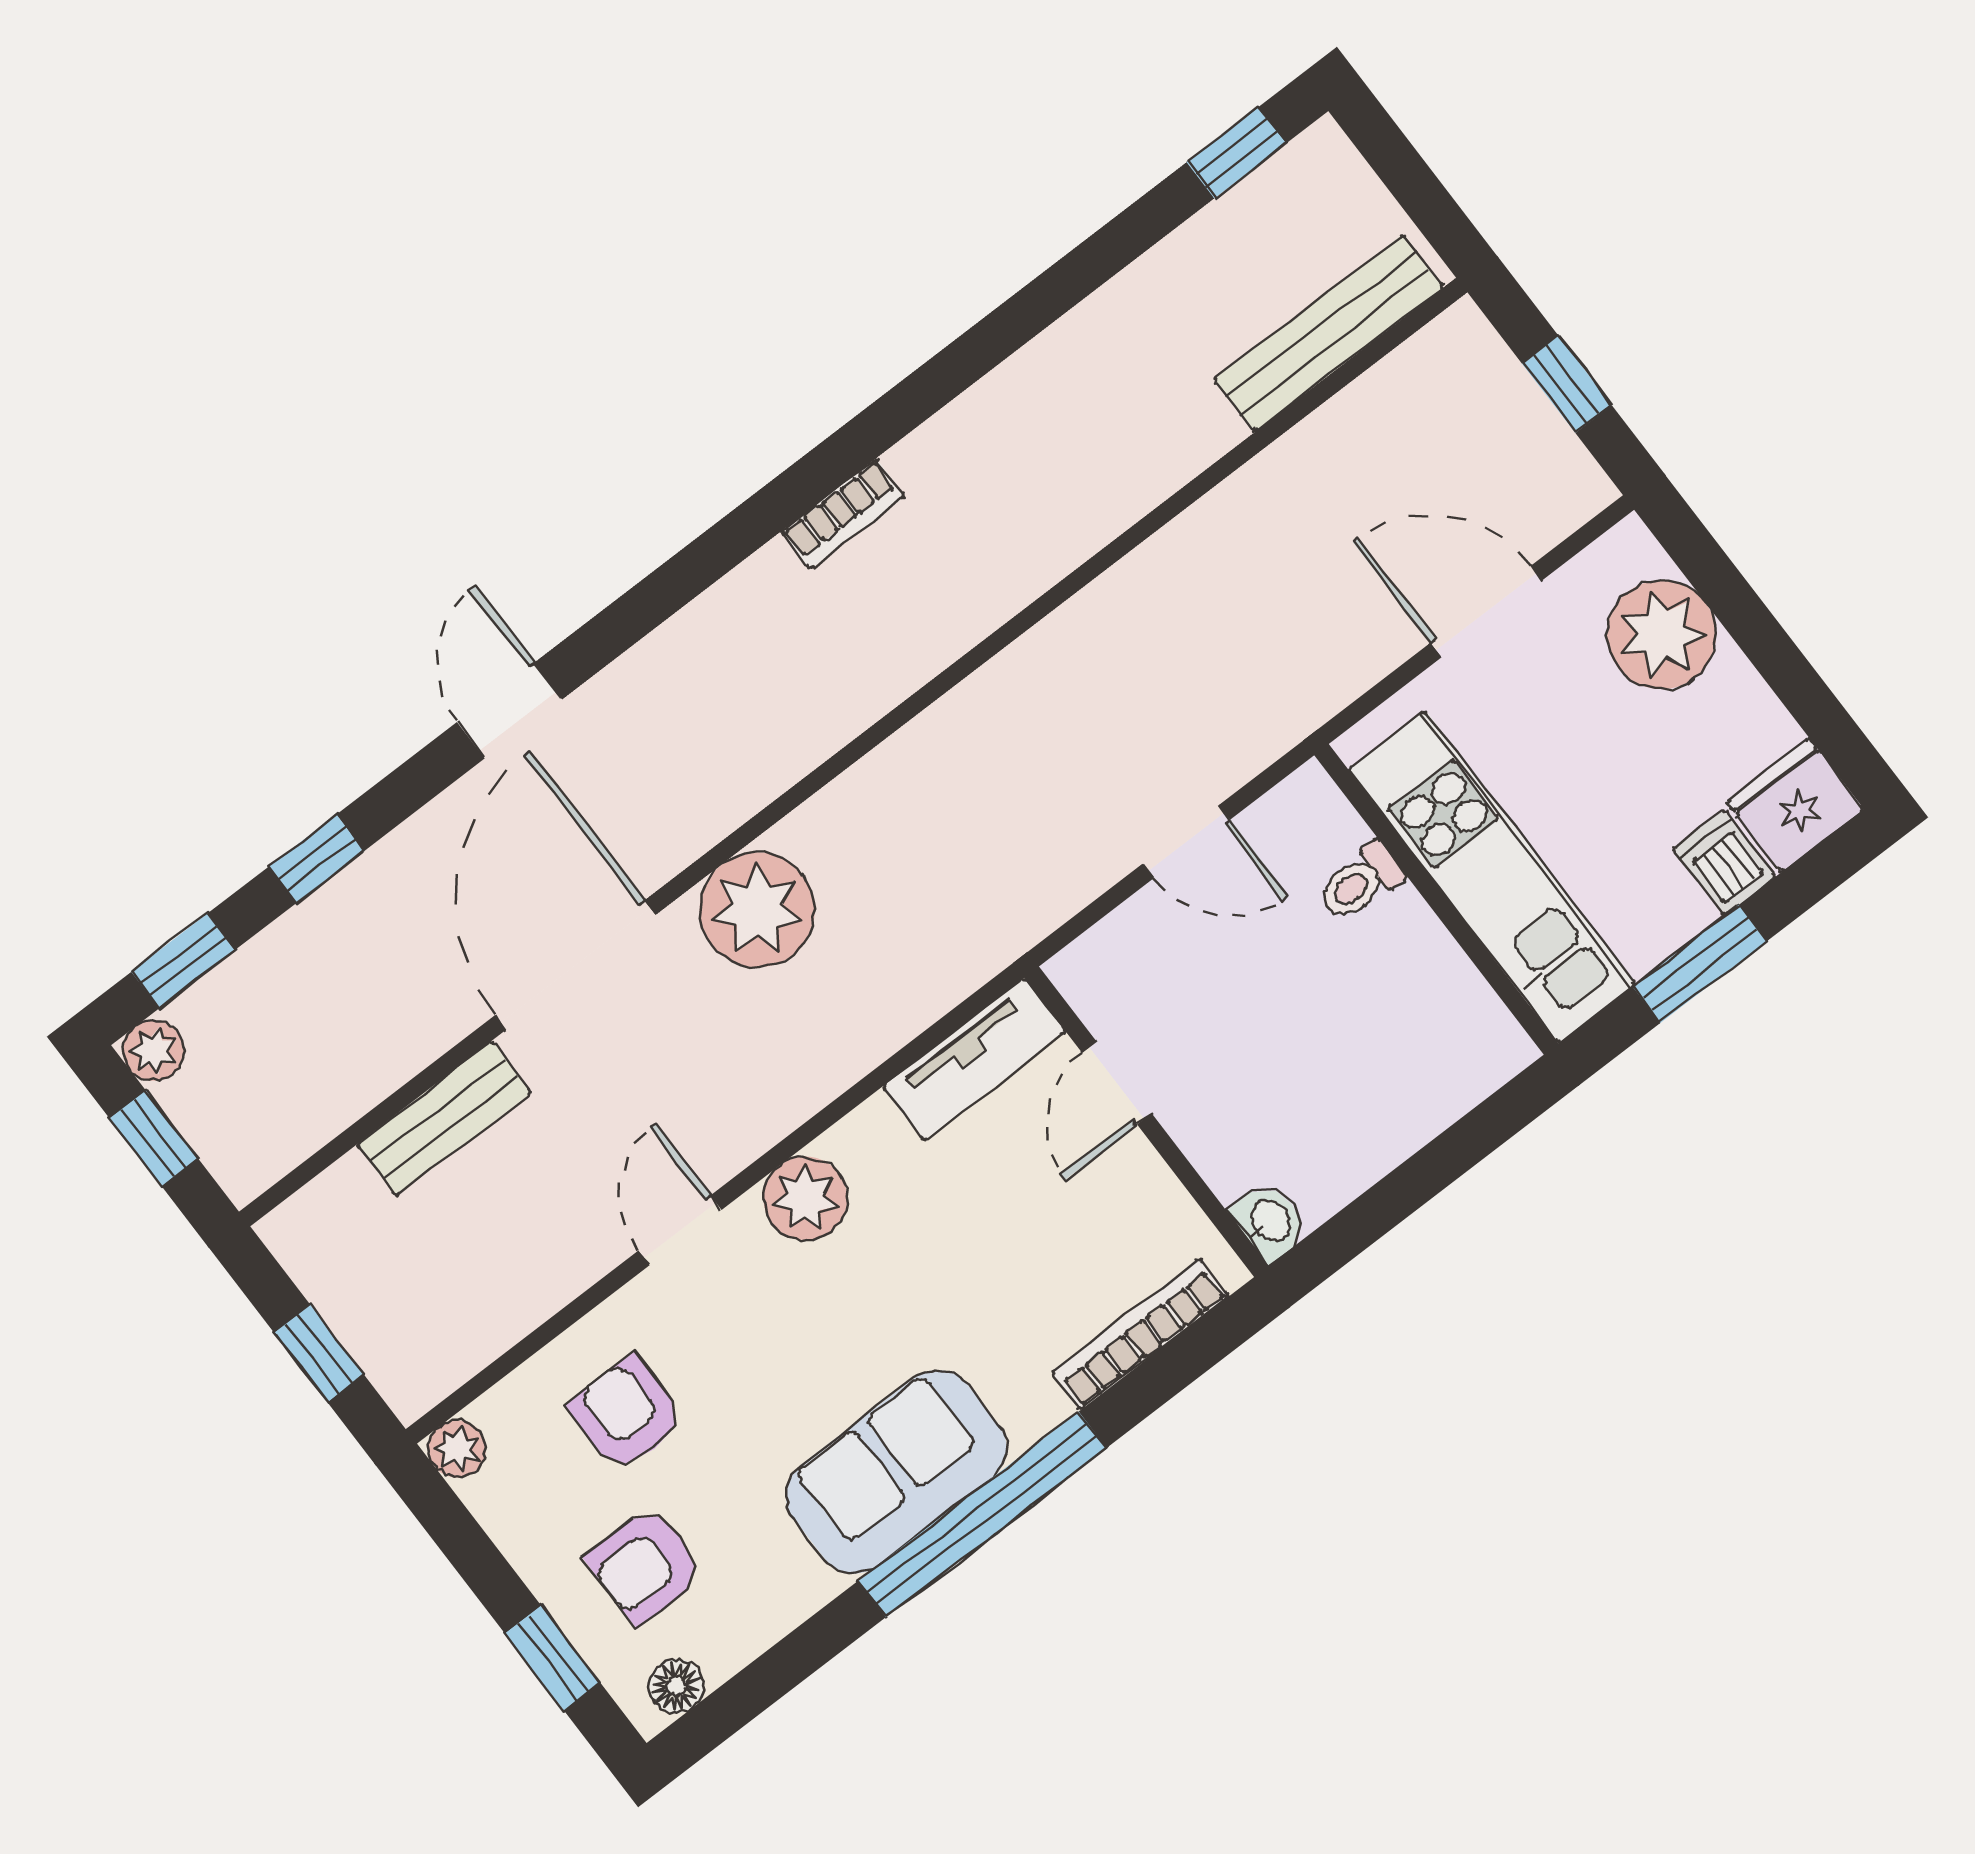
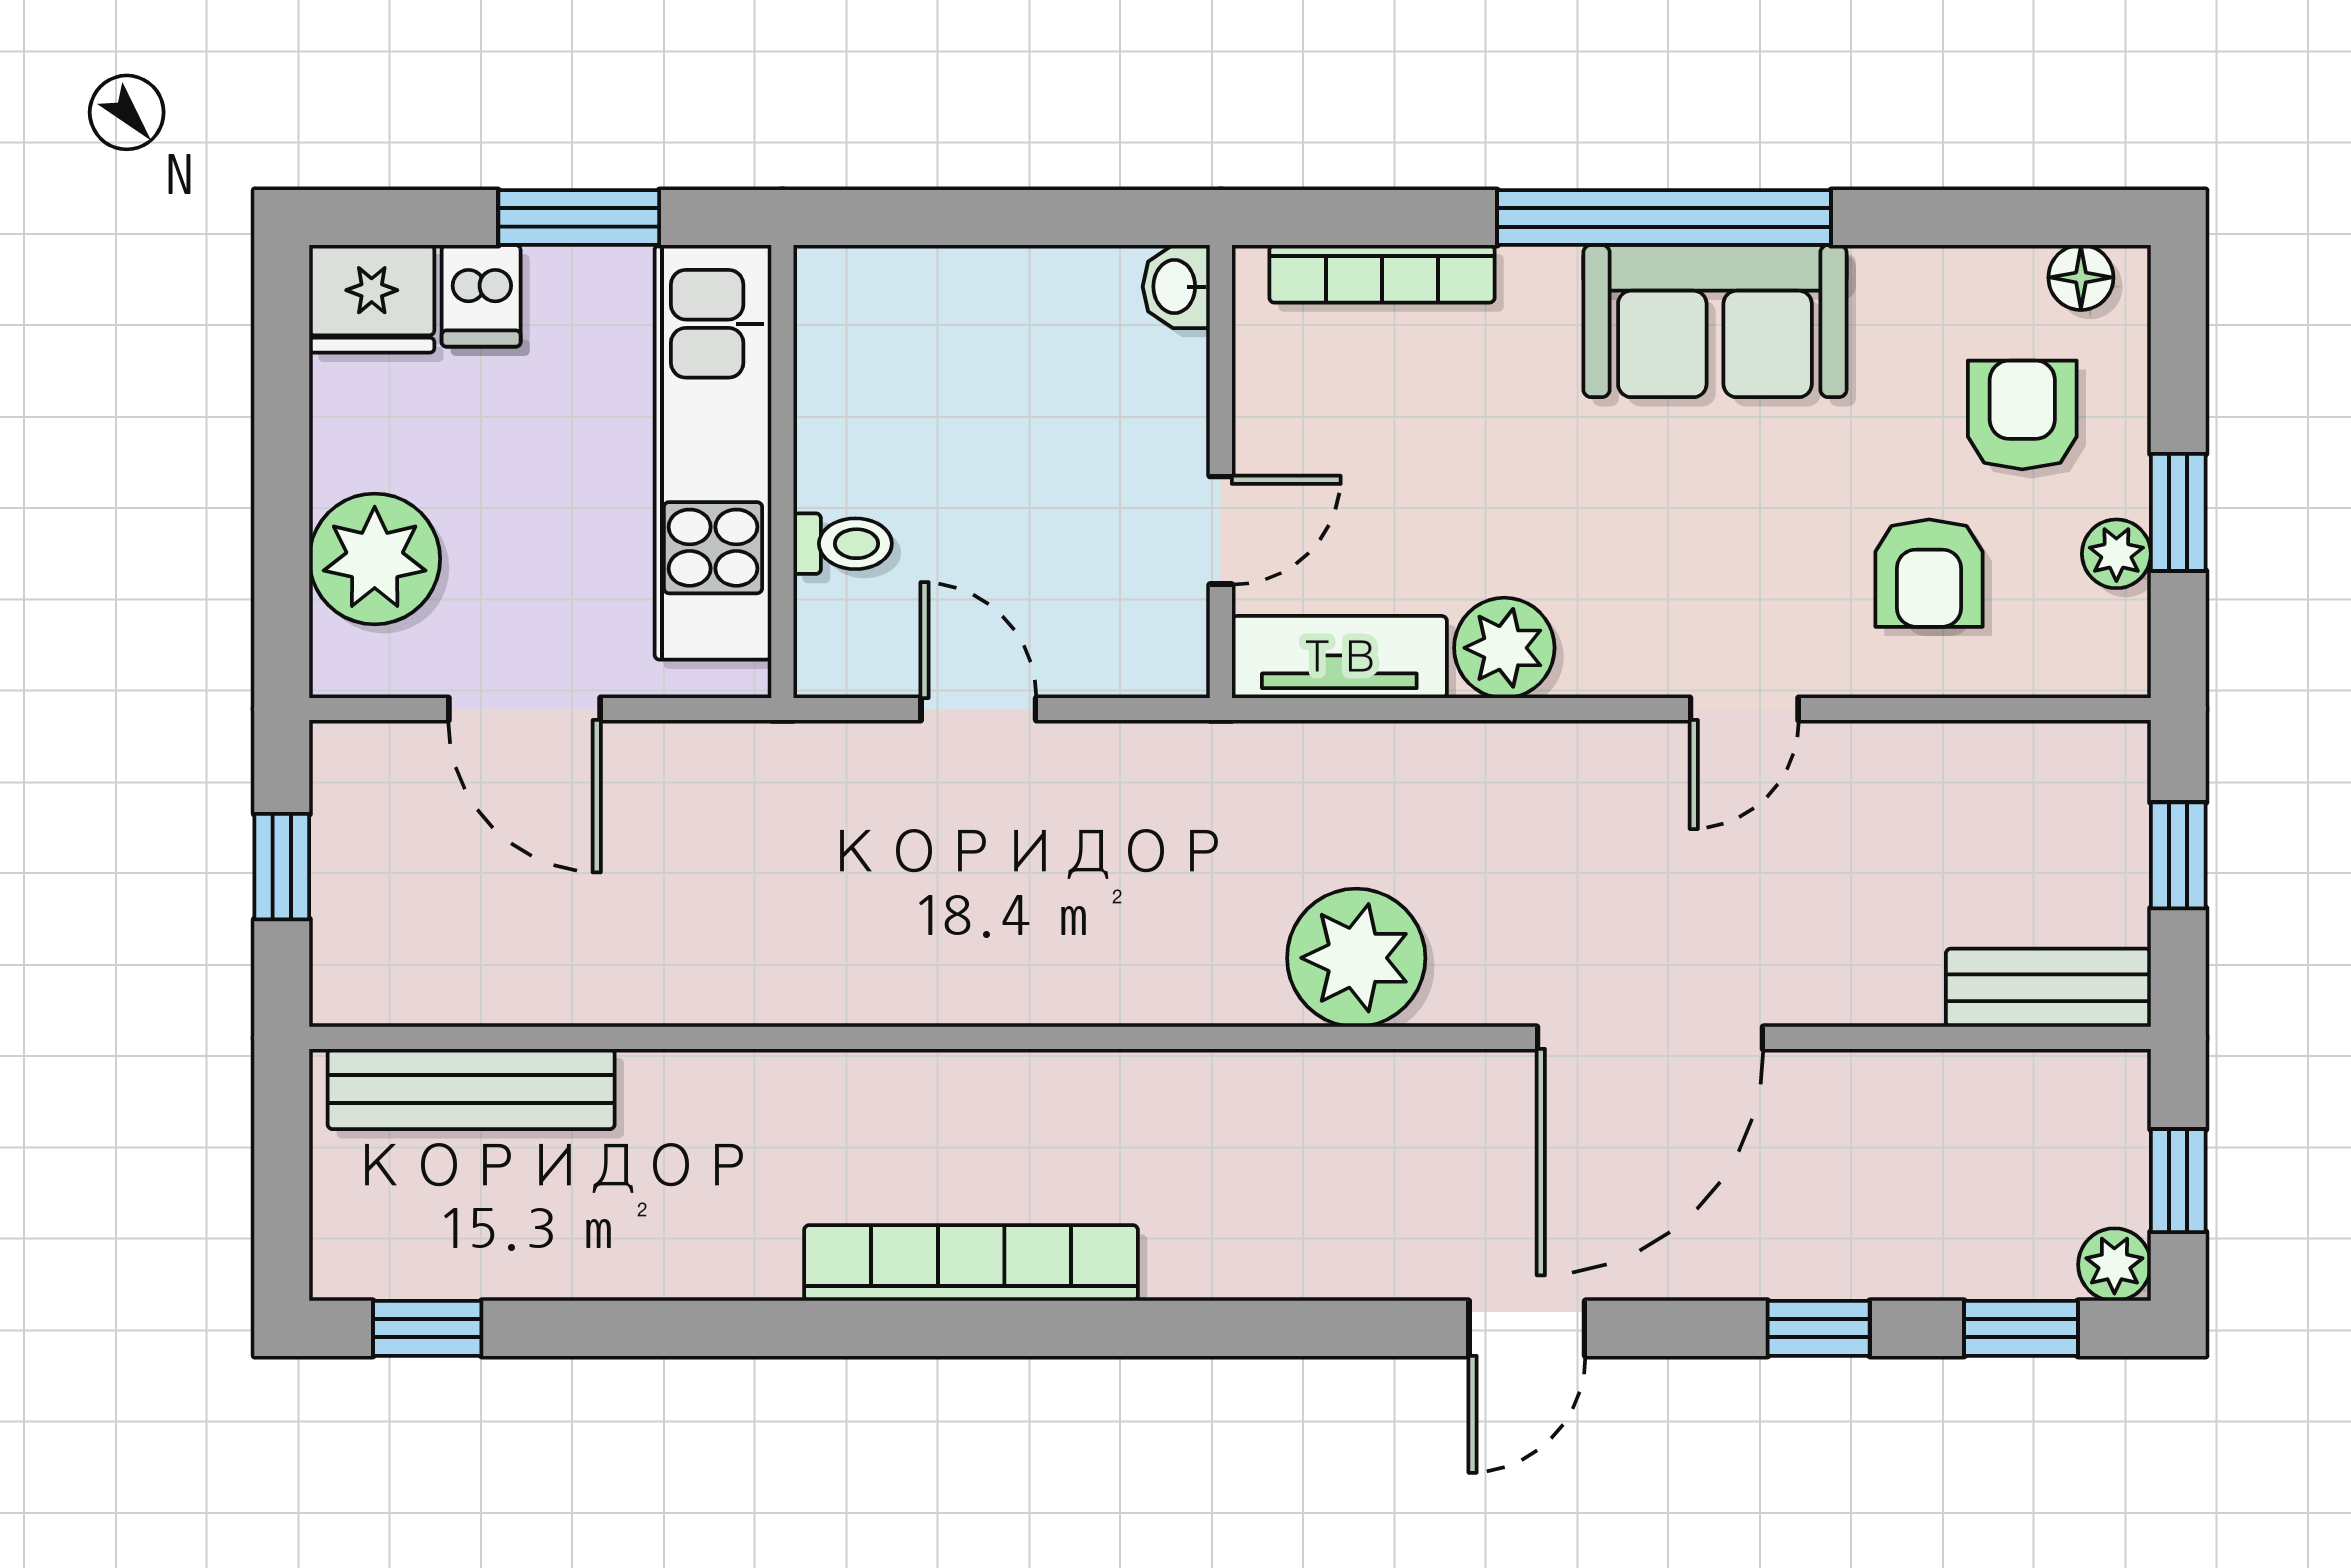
bookcase: (843, 514) -> (971, 1263), width x2.31, depth x1.31
plant: (757, 910) -> (1356, 958), moved
bench: (444, 1118) -> (2048, 988), moved
plant: (805, 1198) -> (1504, 648), moved
plant: (457, 1449) -> (2116, 554), moved
armchair: (645, 1566) -> (2022, 415), turned -90
window: (553, 1658) -> (2178, 512), moved

